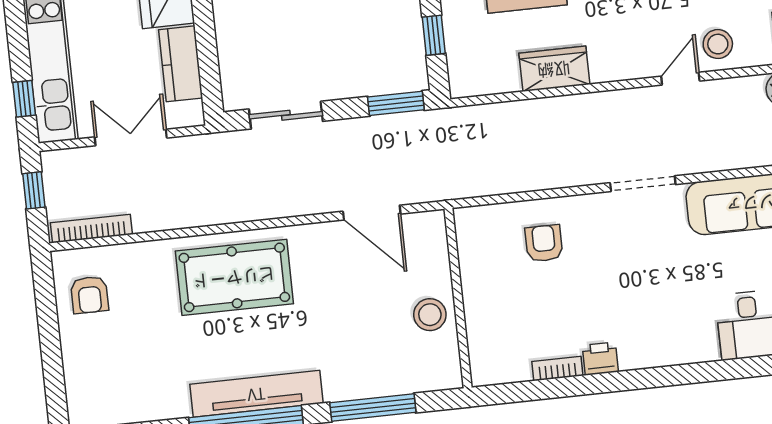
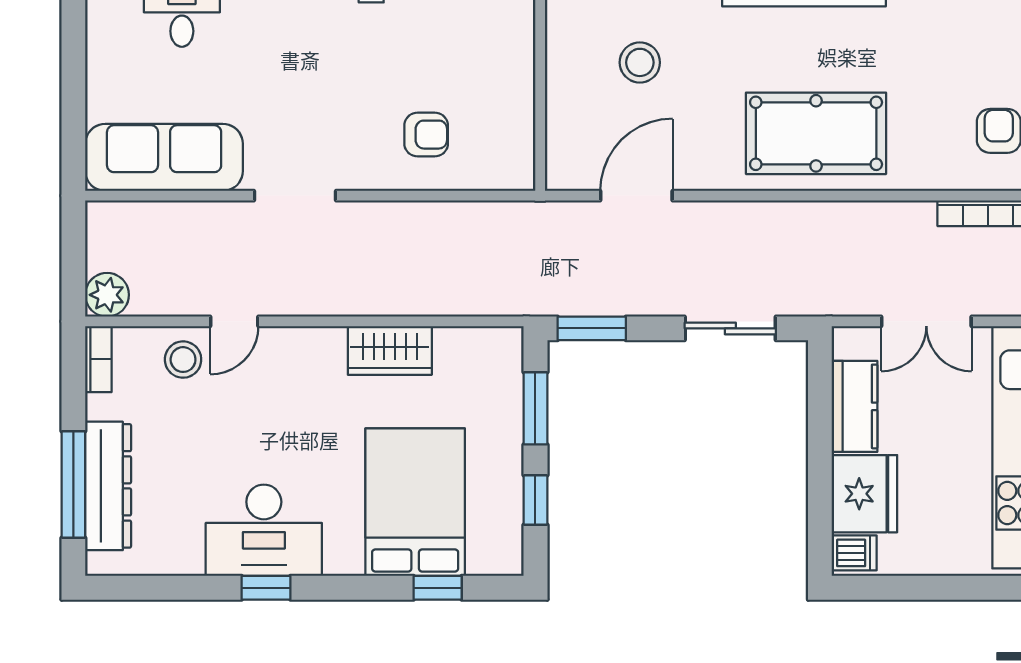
window: (434, 35) -> (535, 408), width x1.50
door: (372, 213) -> (636, 196), hinge flipped
armchair: (544, 243) -> (426, 135), turned -90
stool: (430, 315) -> (640, 62), moved

